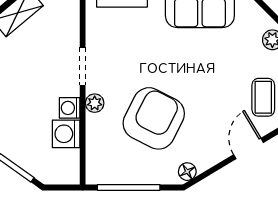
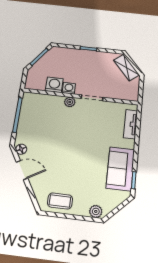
armchair: (154, 118) -> (56, 134), removed
door: (249, 149) -> (22, 170), moved

